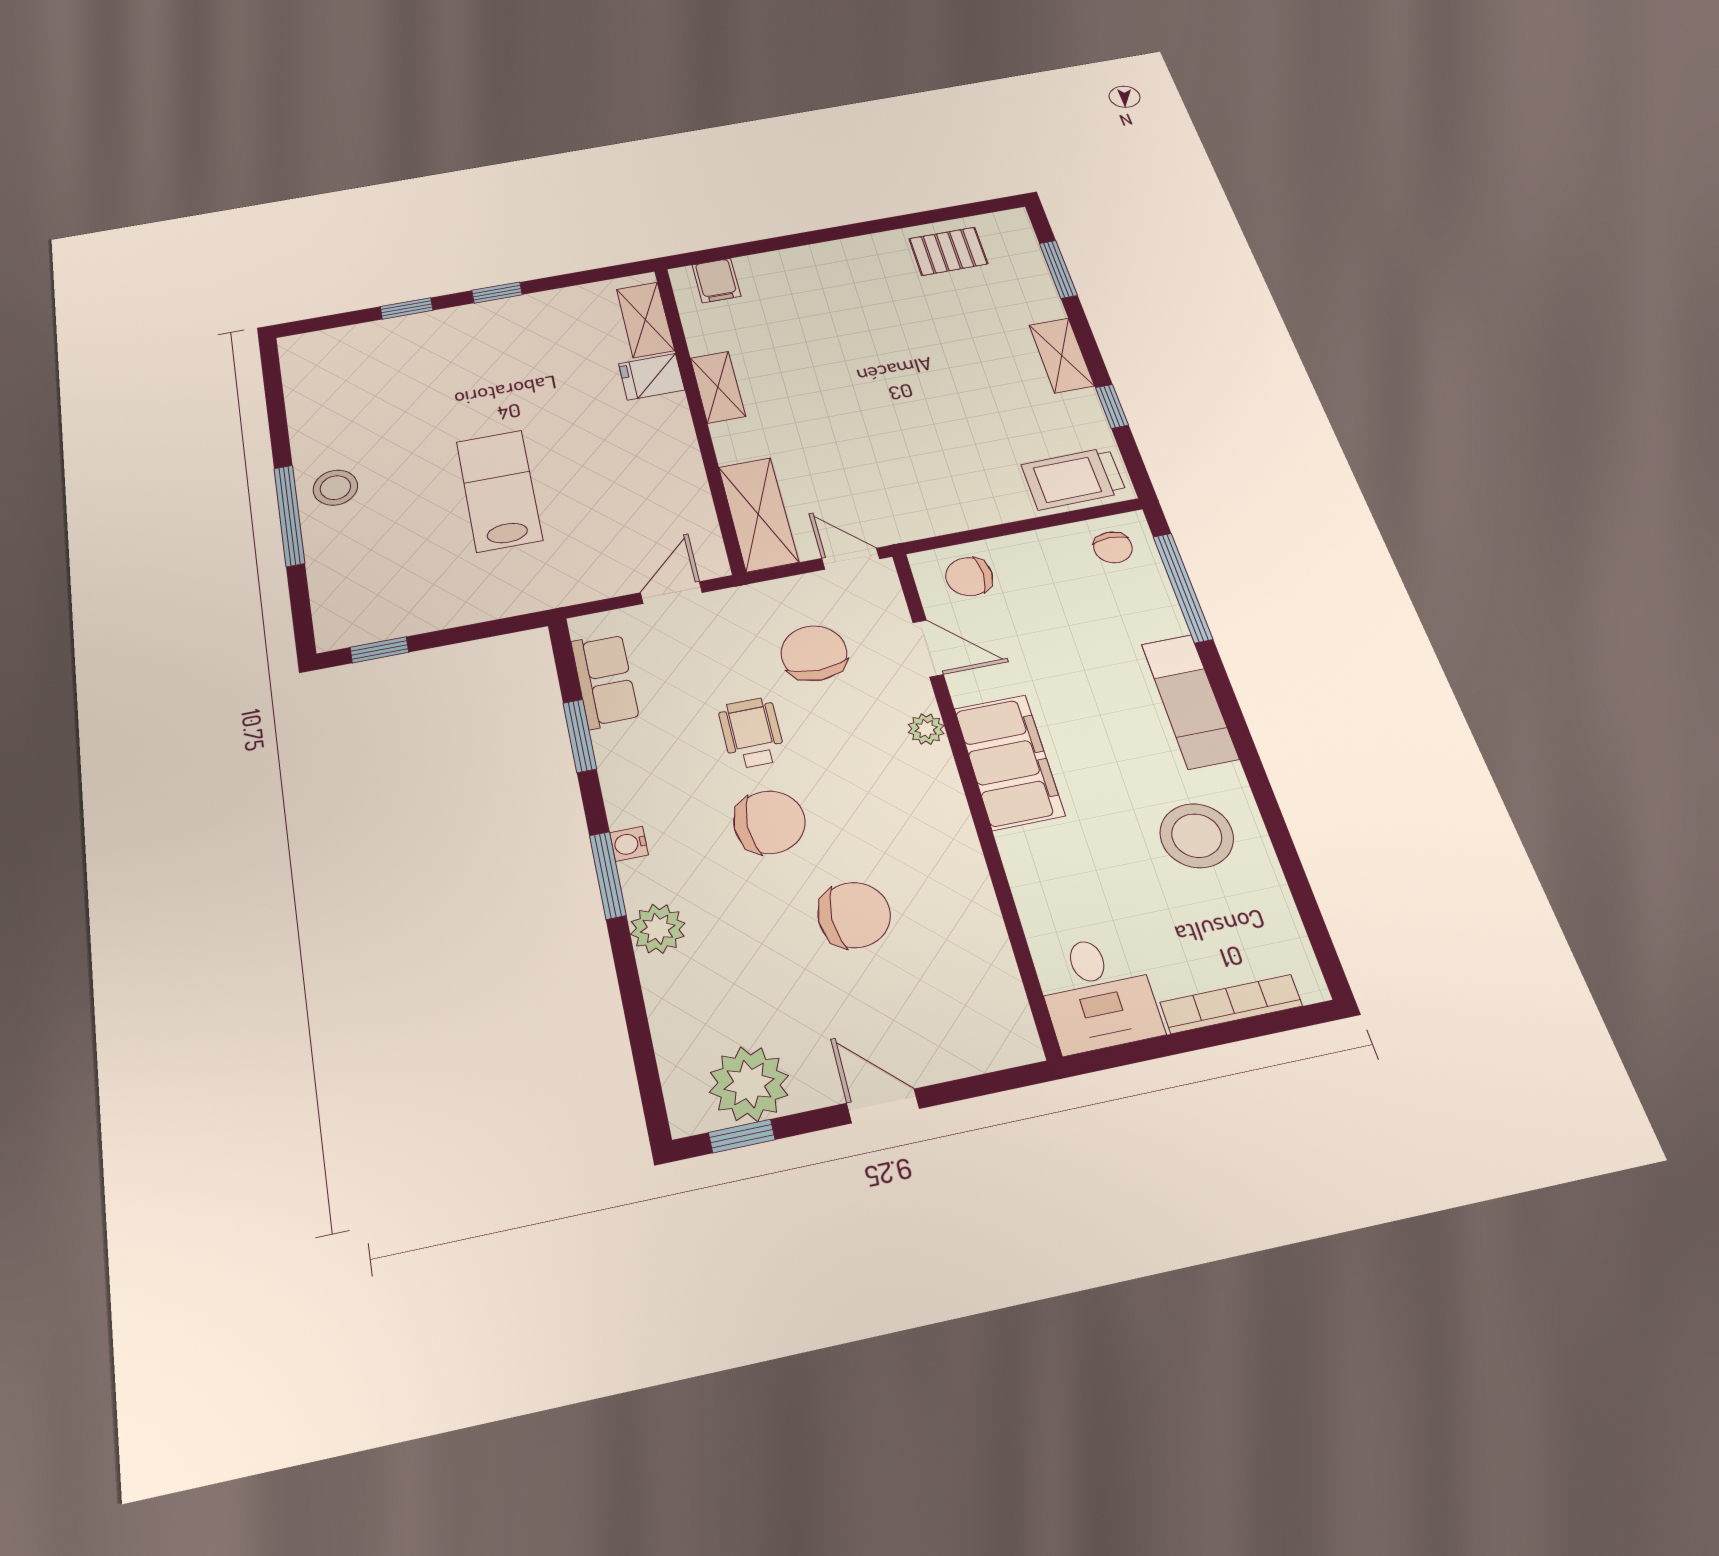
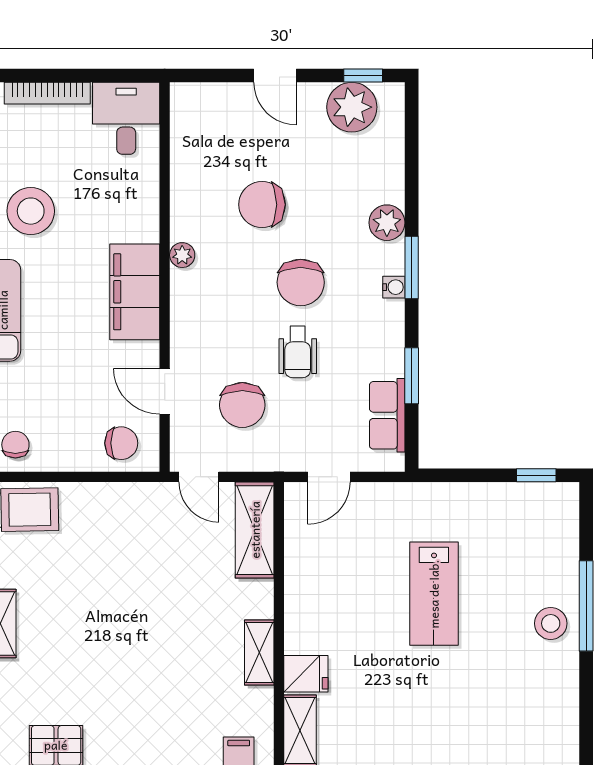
plant: (926, 729) -> (182, 255), moved
chair: (769, 822) -> (301, 282), turned -90

